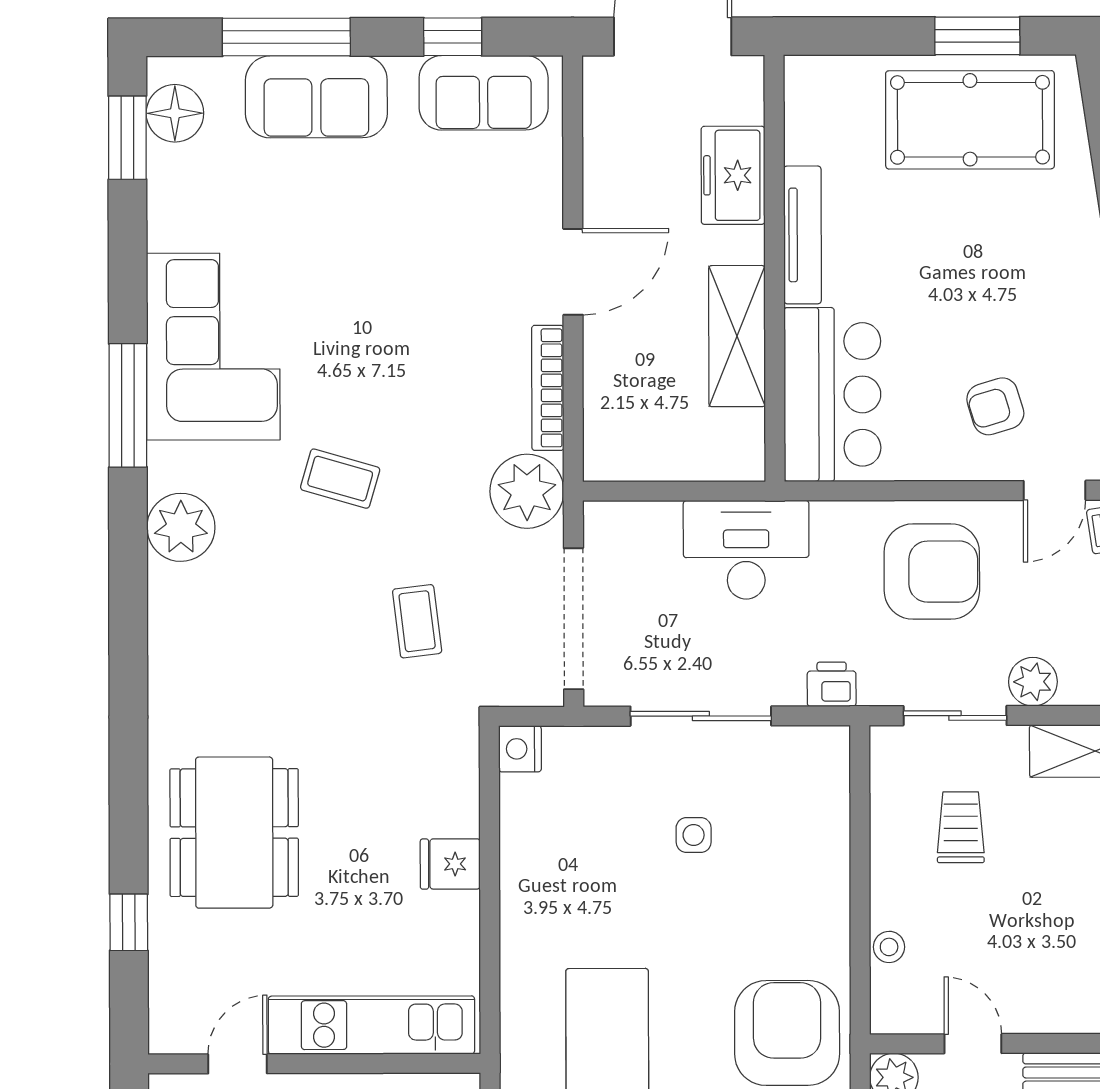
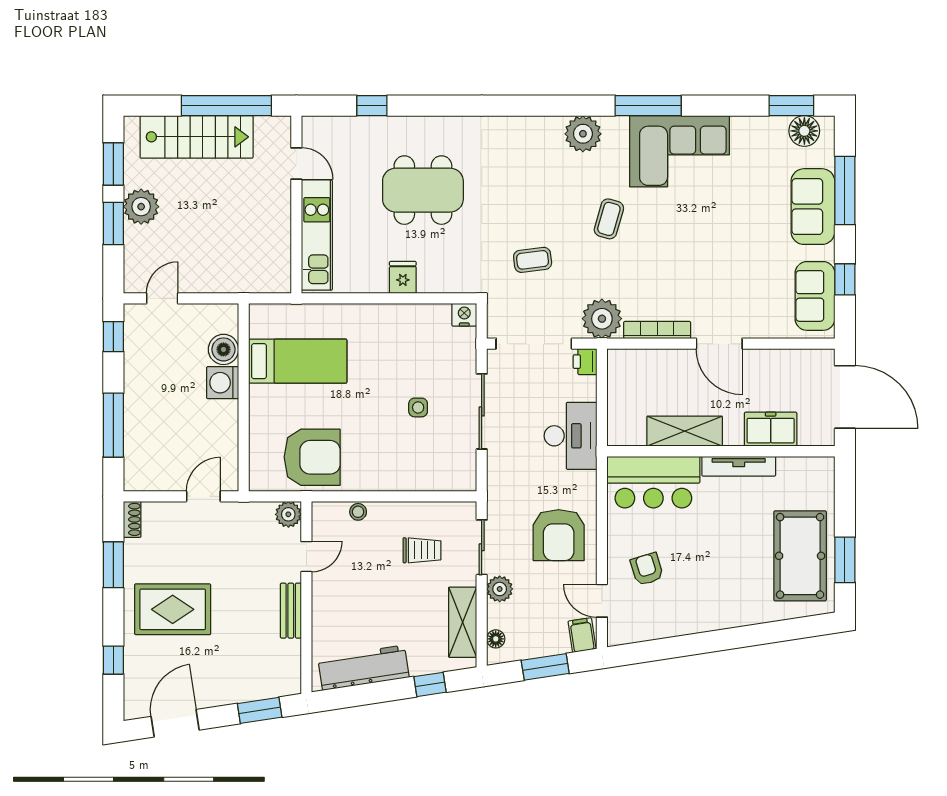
printer: (832, 684) -> (585, 362), moved, turned 180
dining table: (234, 833) -> (423, 190), moved

